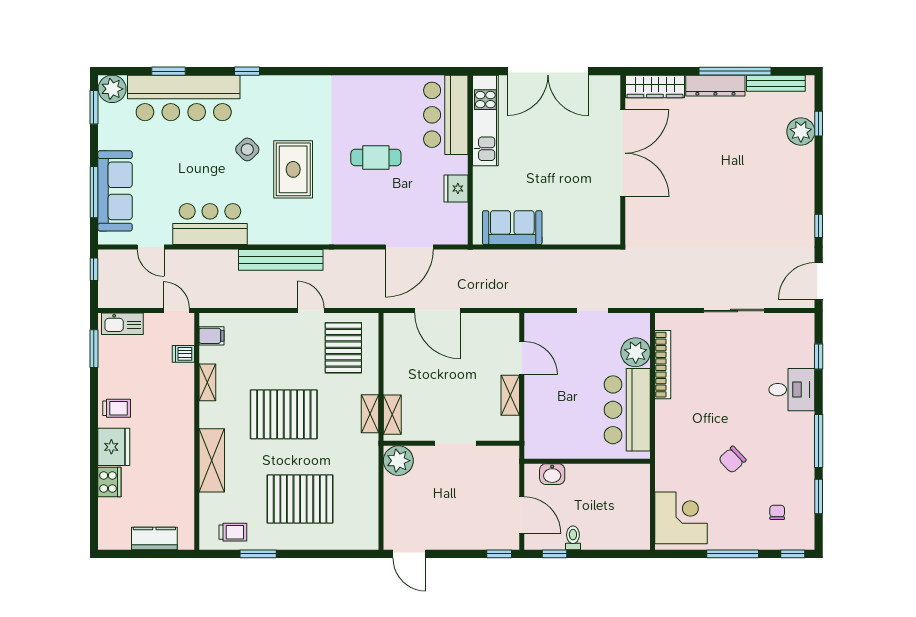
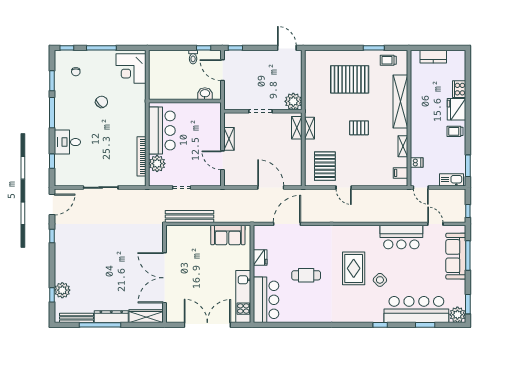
bench: (281, 260) -> (190, 217), moved
pallet: (284, 414) -> (359, 128), width x0.49, depth x0.50
shelving: (212, 460) -> (400, 101), width x1.47

